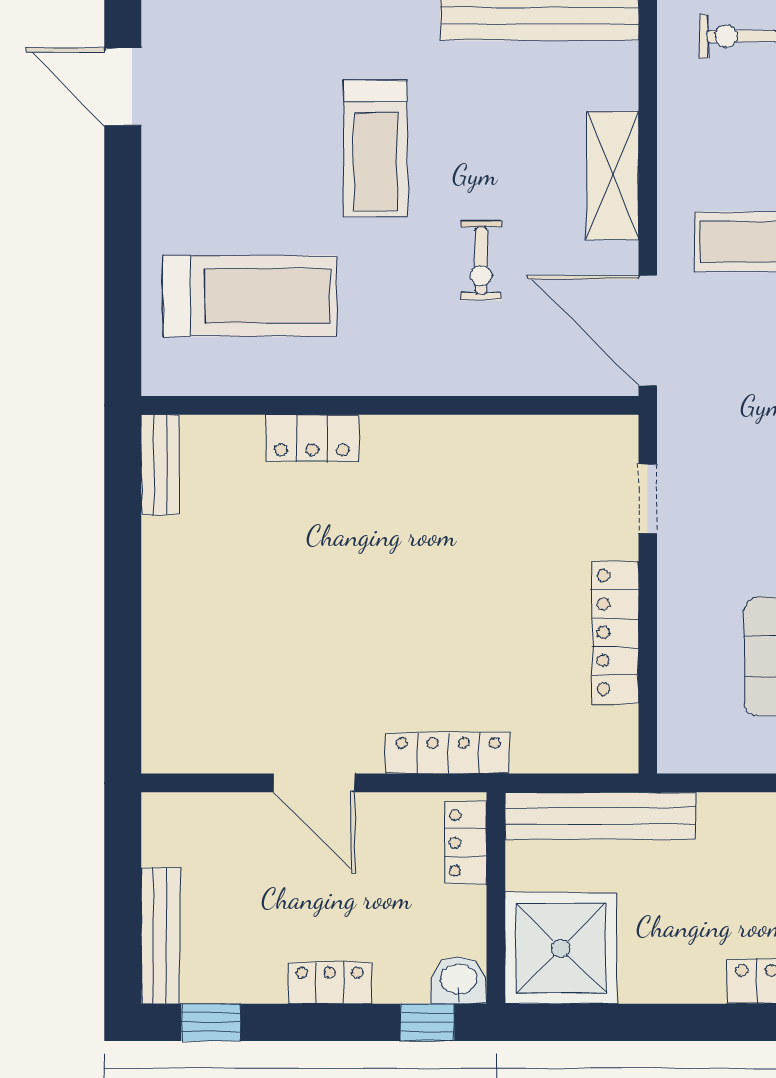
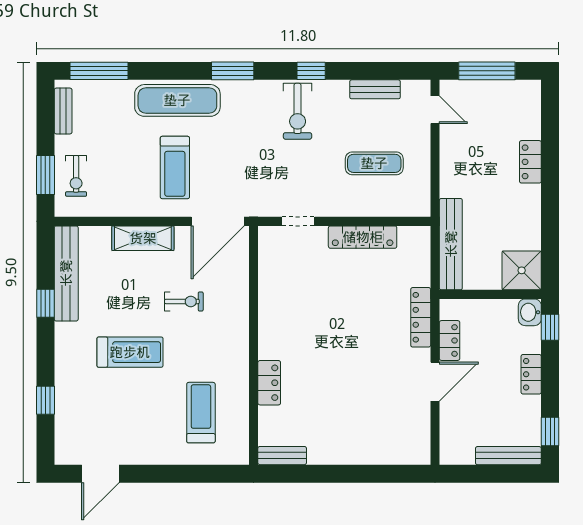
treadmill: (250, 296) -> (201, 413), width x0.73, depth x0.73
locker: (466, 843) -> (450, 340), moved, turned -90
shower: (561, 948) -> (522, 270), width x0.73, depth x0.73

